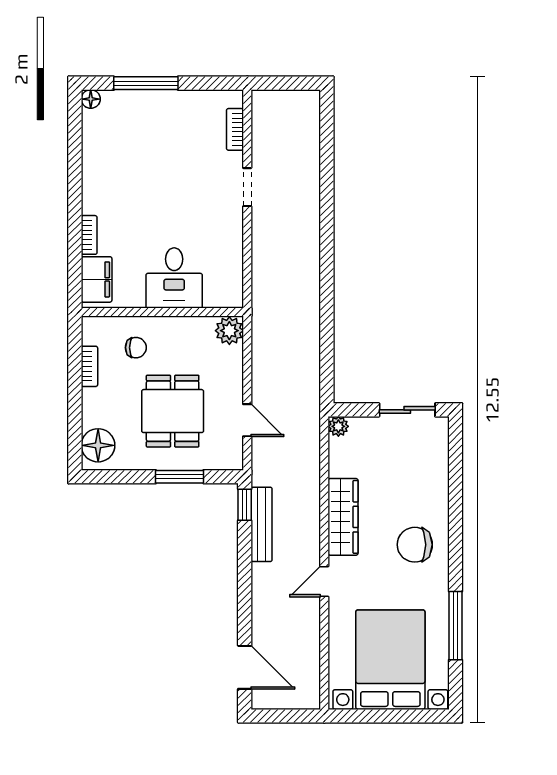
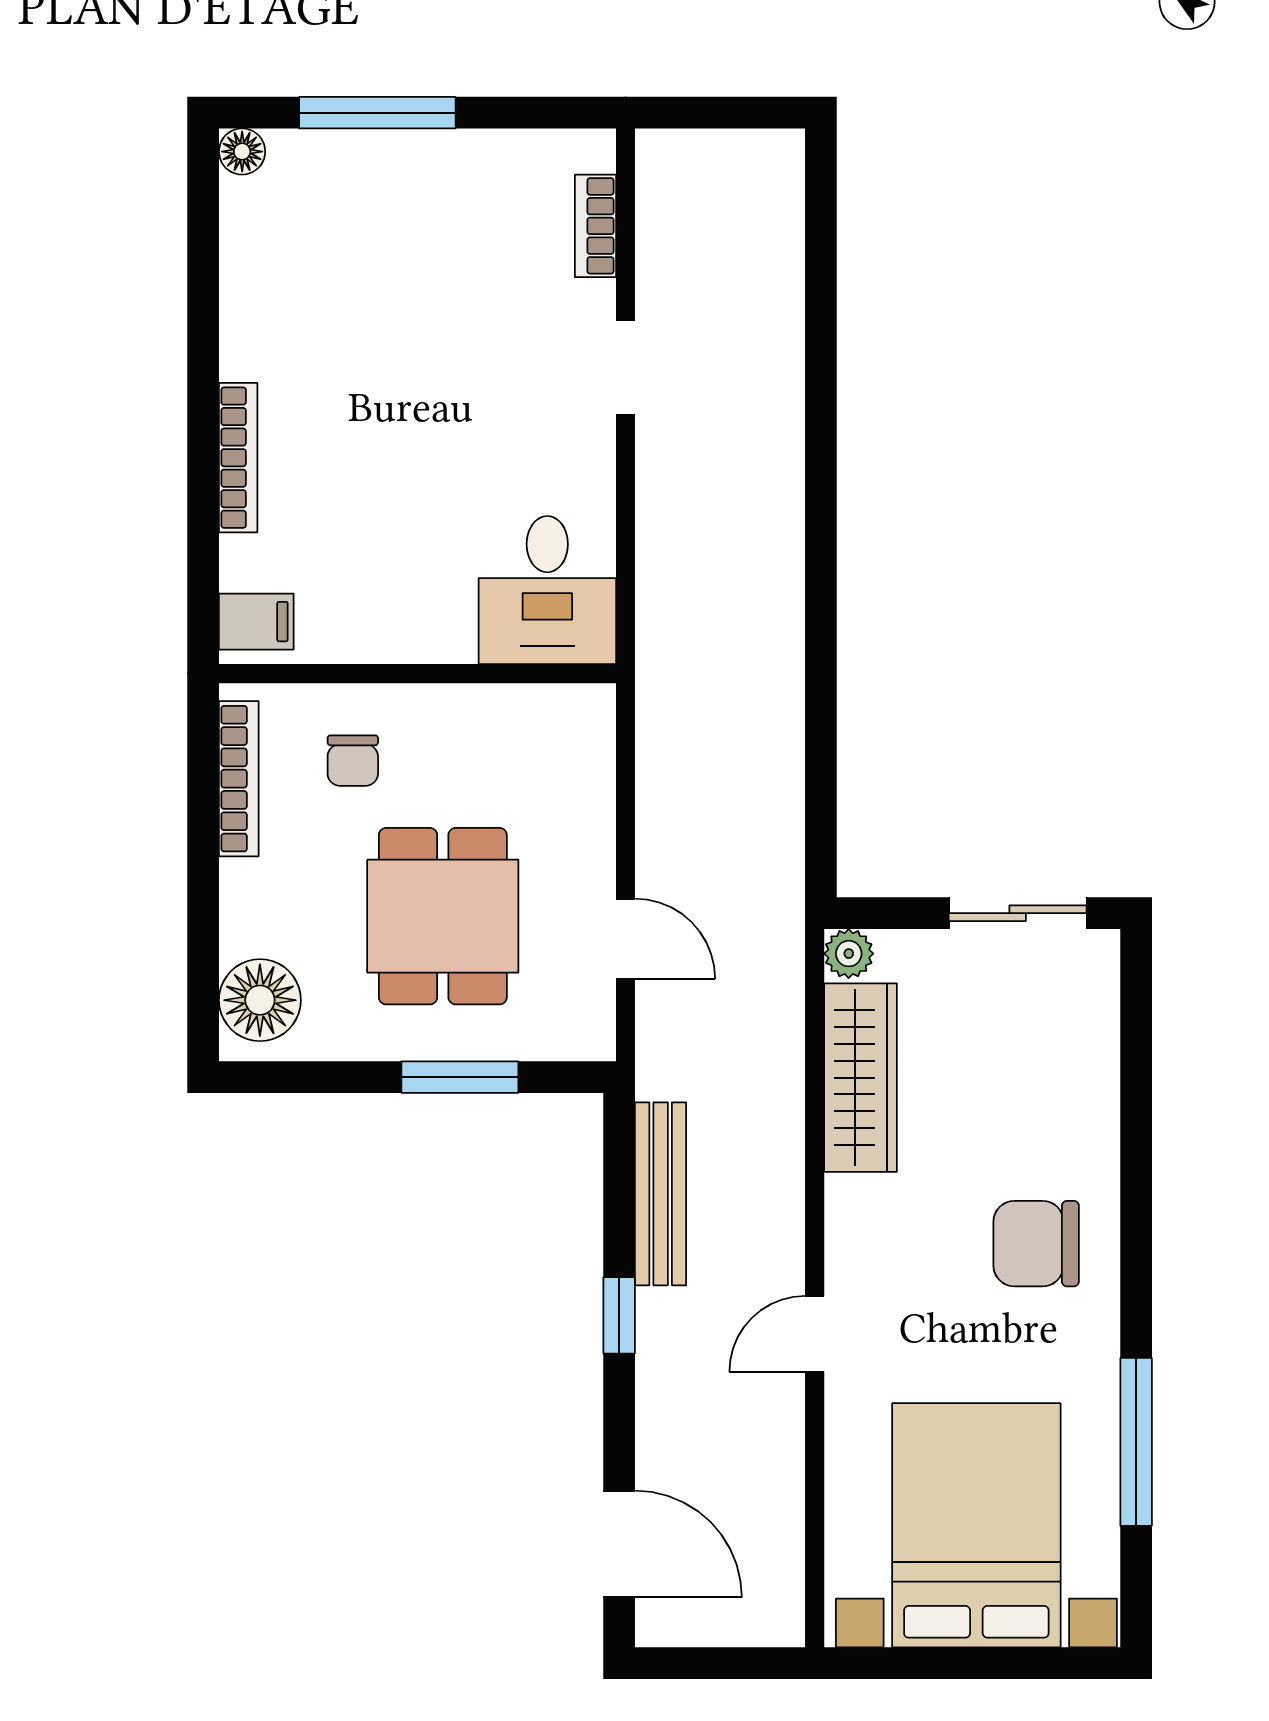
bookcase: (89, 235) -> (238, 458), width x1.56
desk: (174, 278) -> (547, 590), moved
filing cabinet: (97, 279) -> (256, 622), width x0.50
plant: (229, 331) -> (582, 719), removed
chair: (136, 348) -> (353, 761), turned 90
bookcase: (89, 366) -> (239, 779), width x1.56
window: (245, 505) -> (619, 1315), moved
wardrobe: (343, 517) -> (861, 1078), moved

